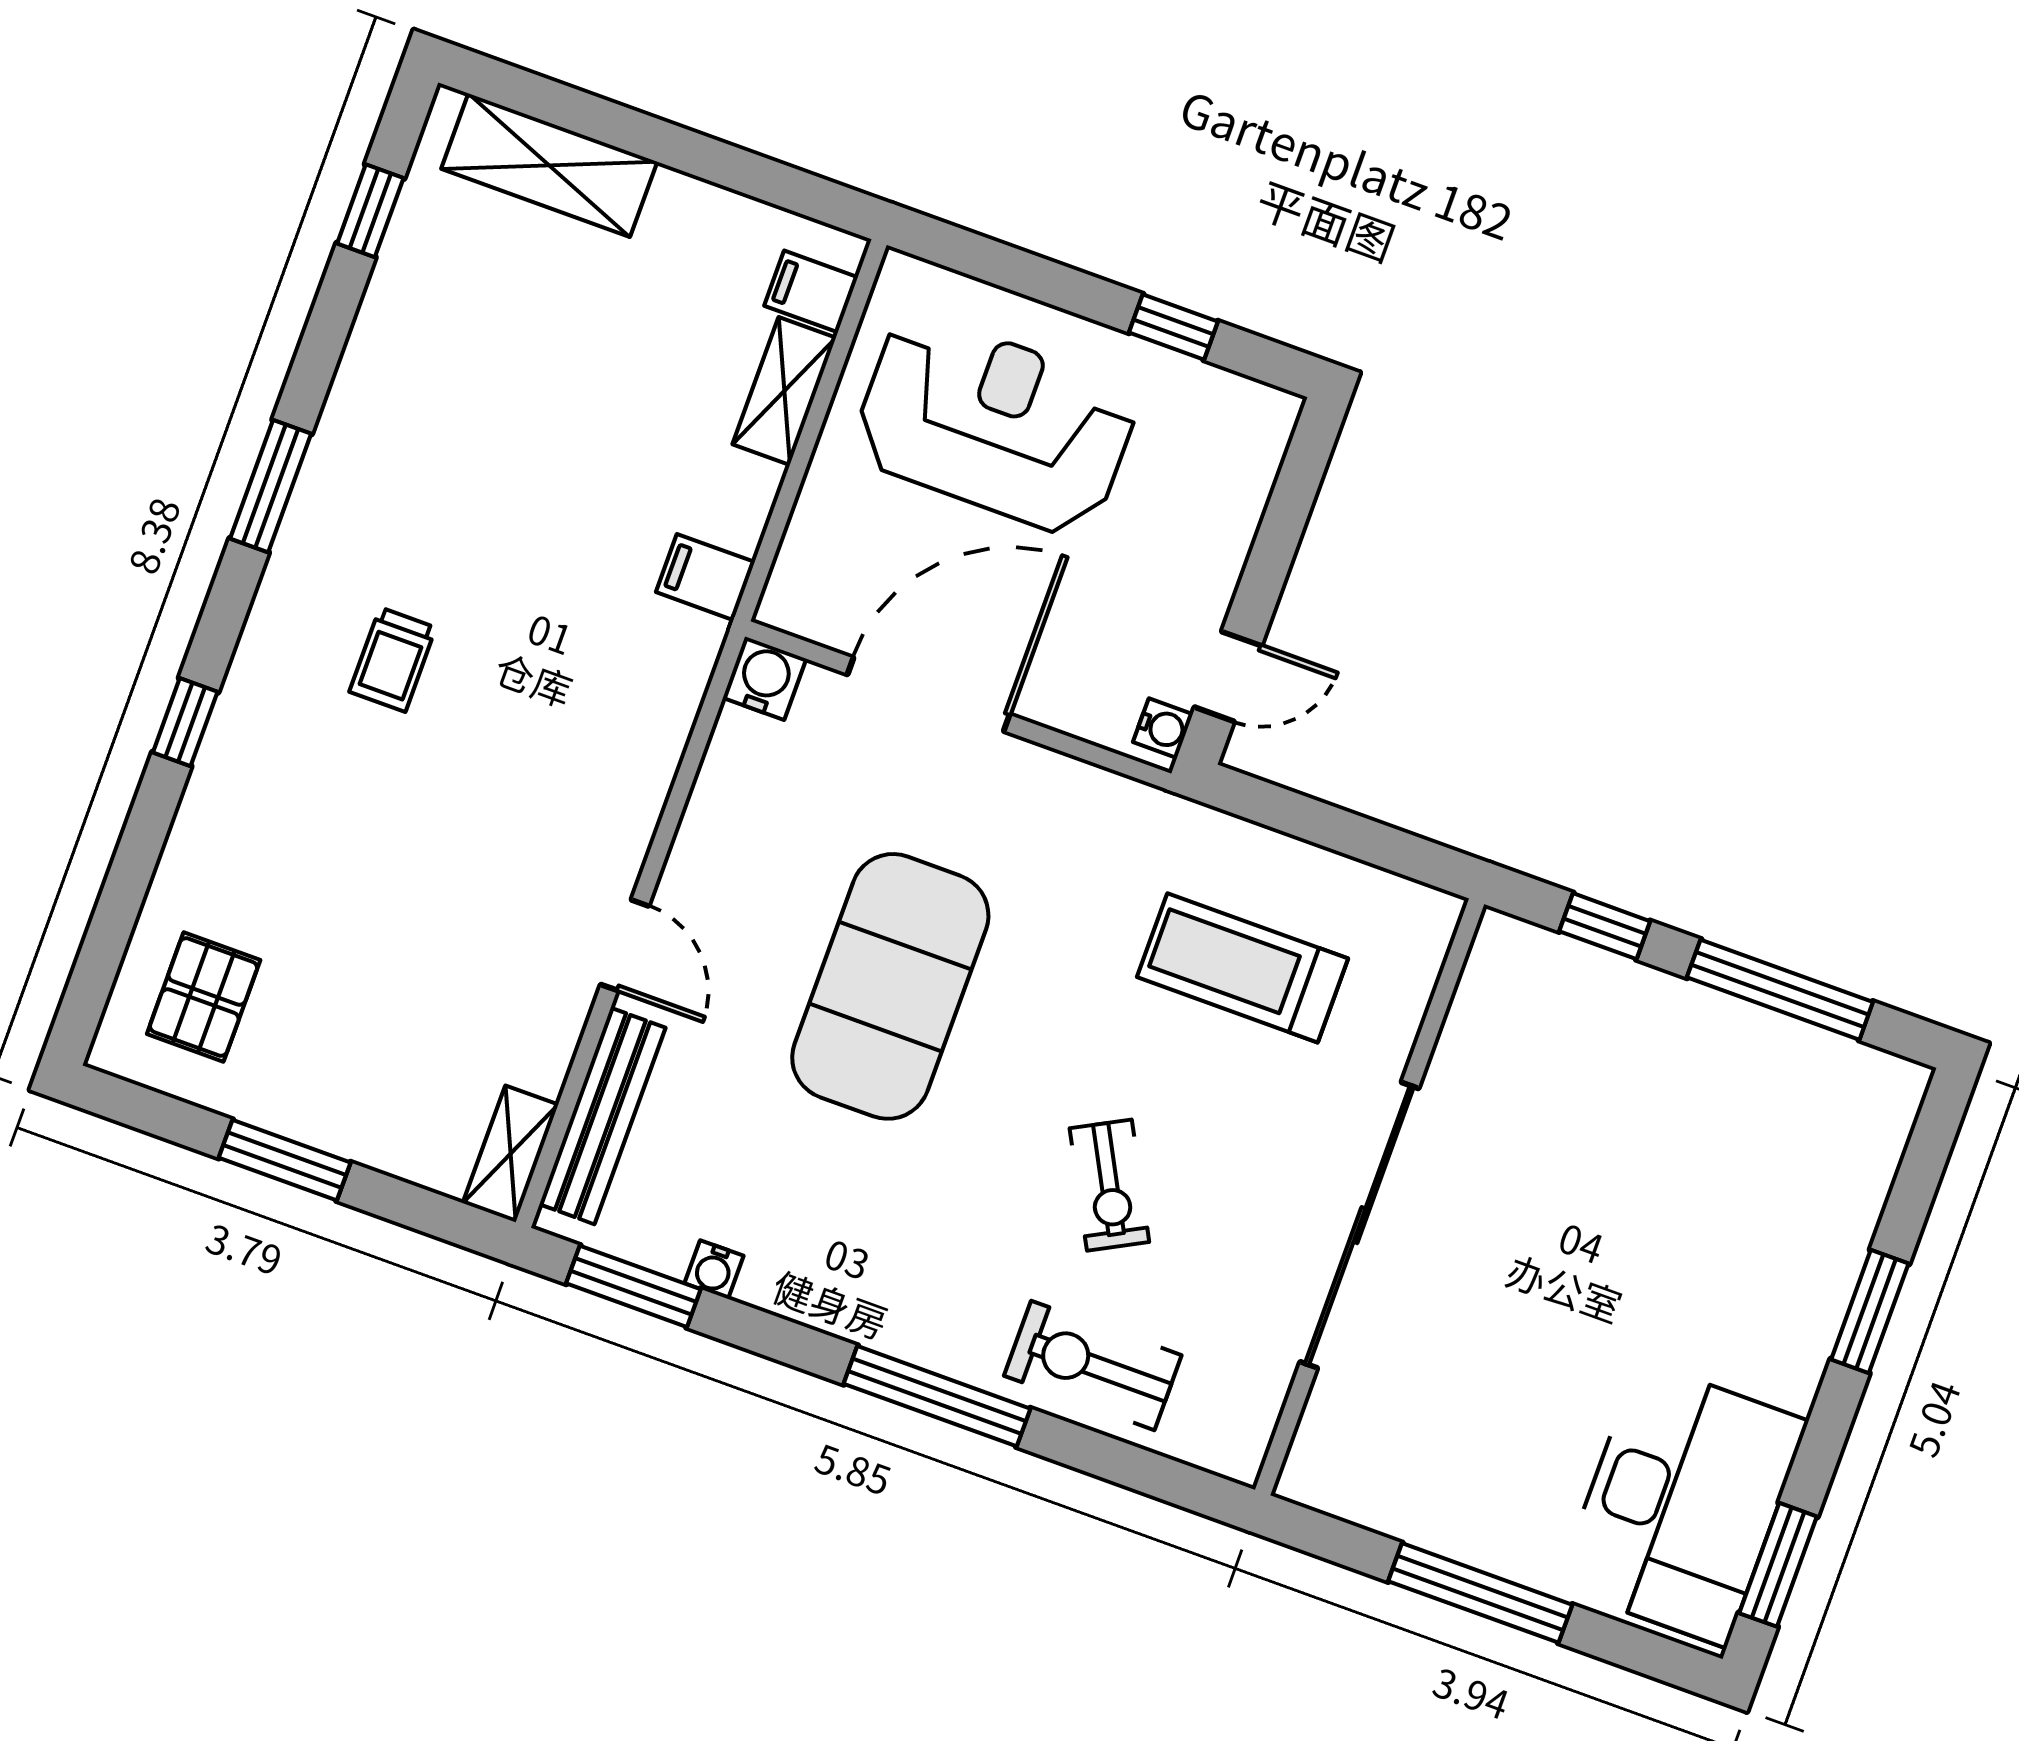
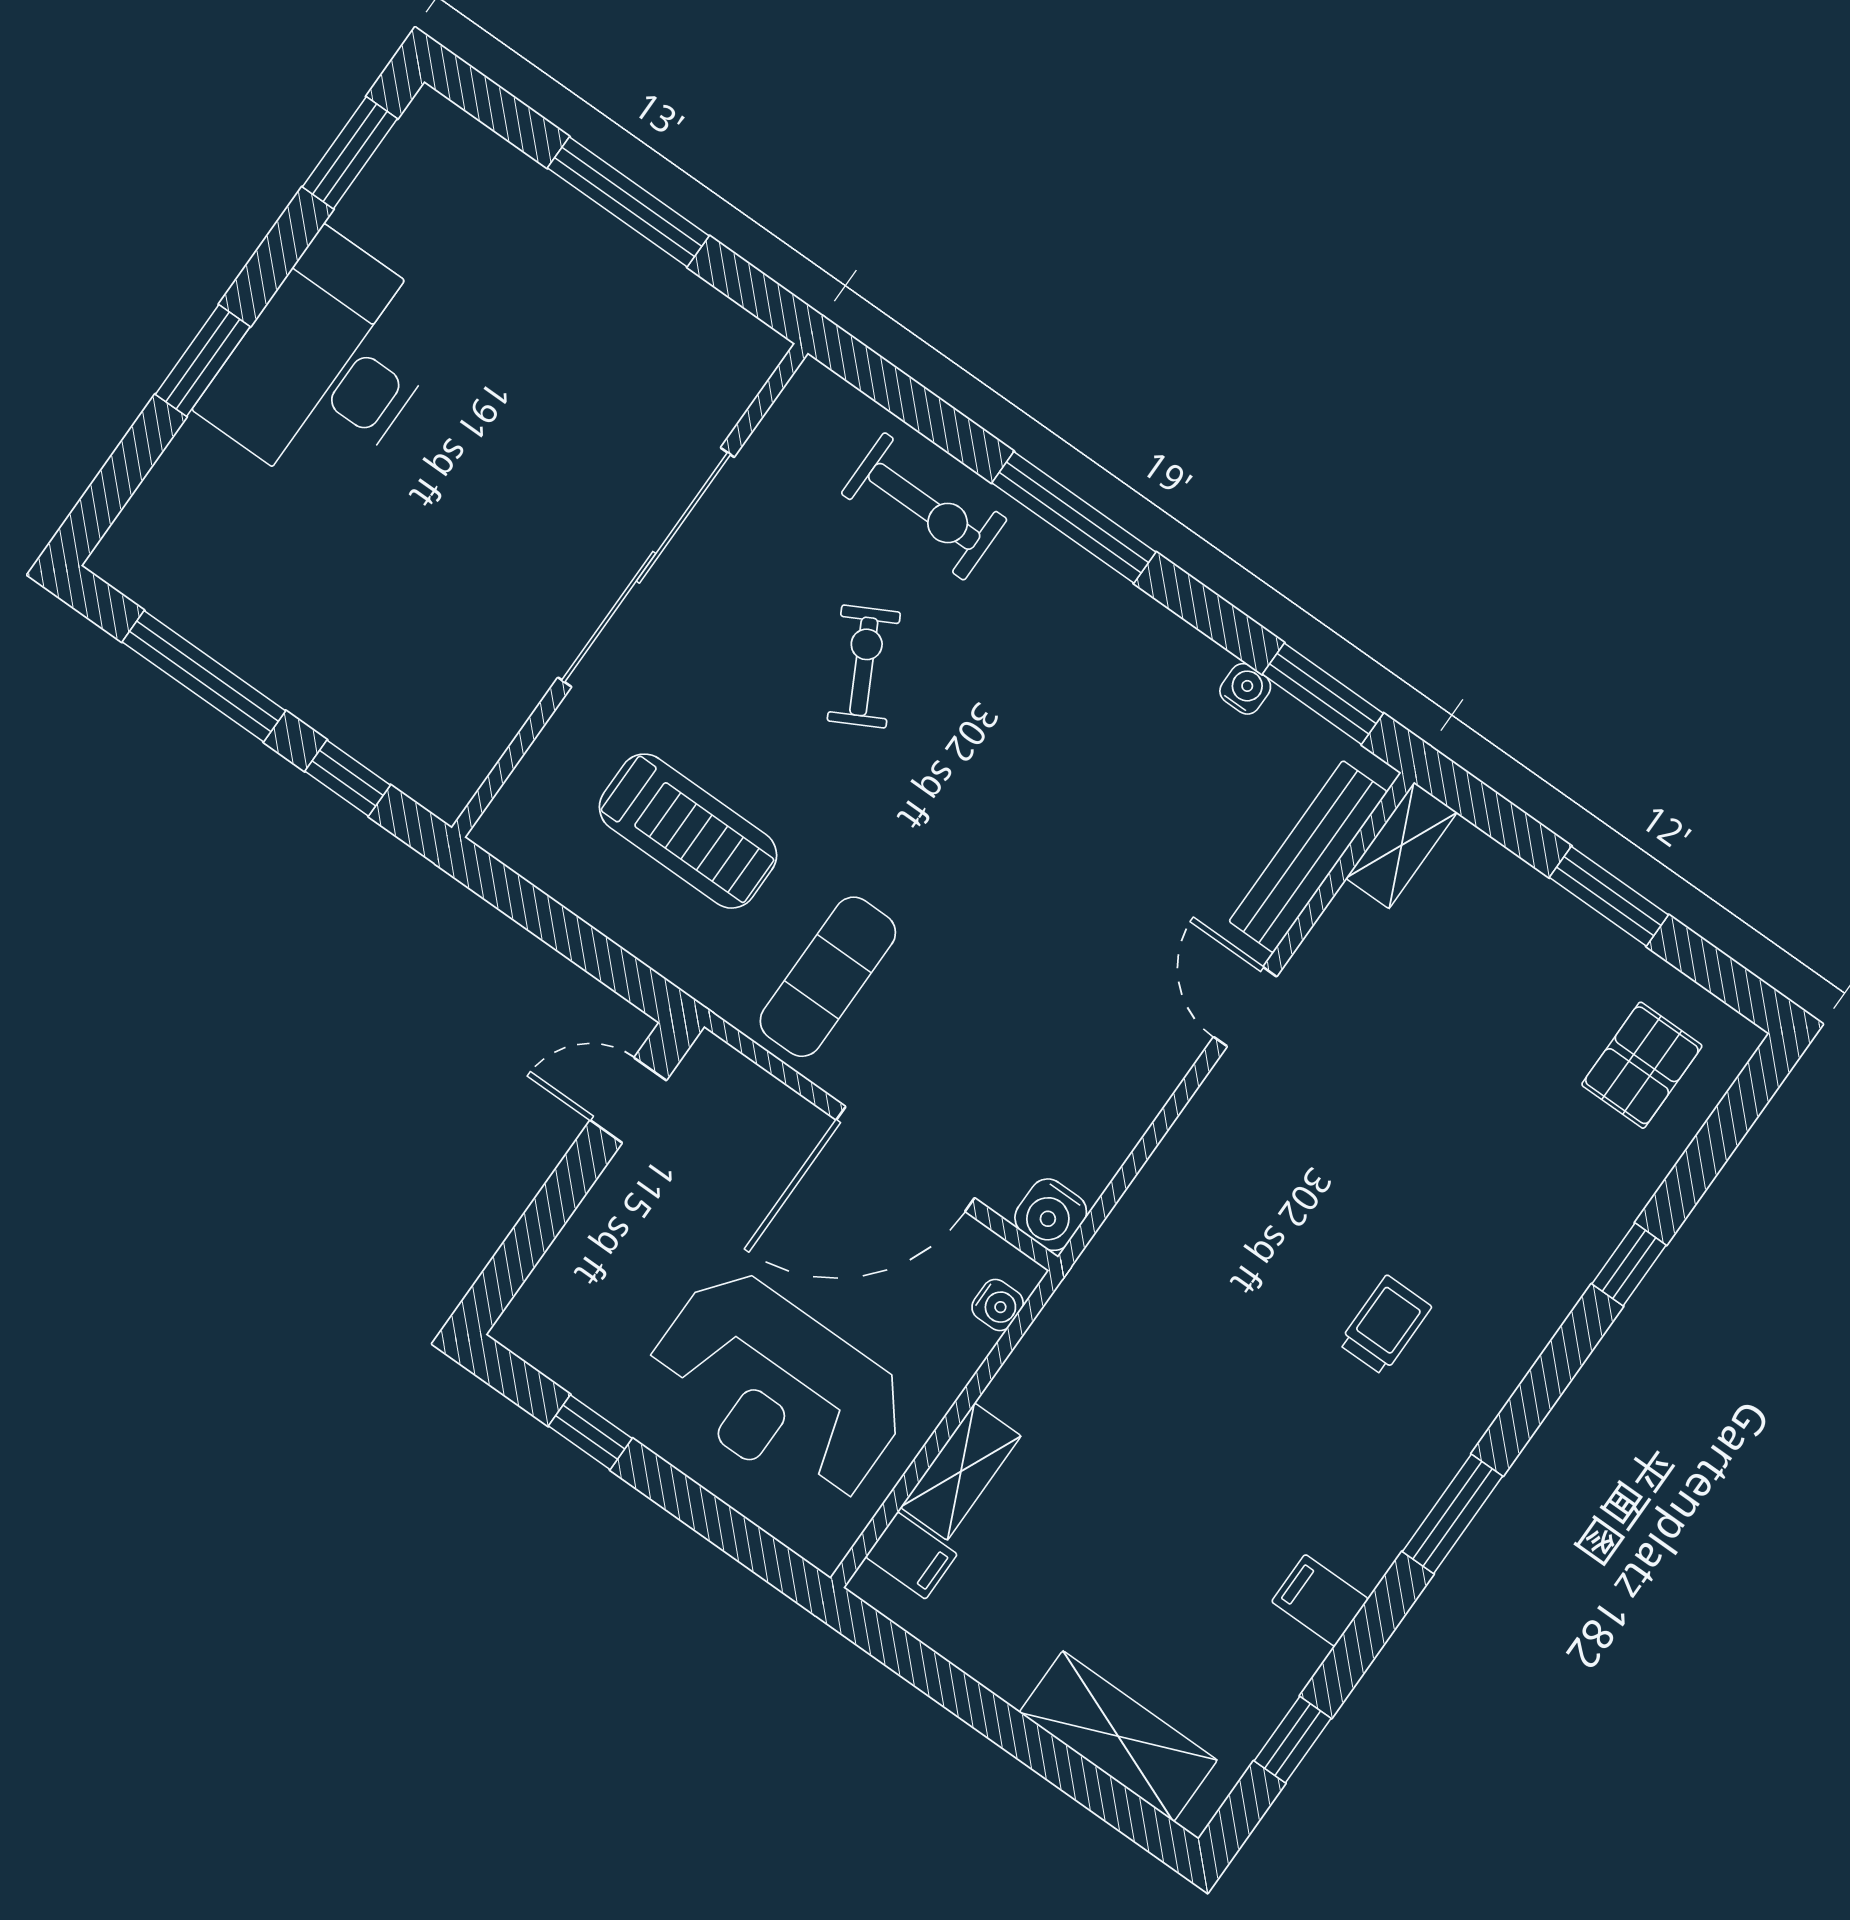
filing cabinet: (705, 577) -> (1320, 1600), moved, turned 180
window: (185, 722) -> (1629, 1264), moved
water cooler: (1163, 728) -> (998, 1305), moved, turned 180
exercise mat: (890, 986) -> (828, 977), moved, width x0.50, depth x0.69
desk: (1682, 1504) -> (327, 366), moved

